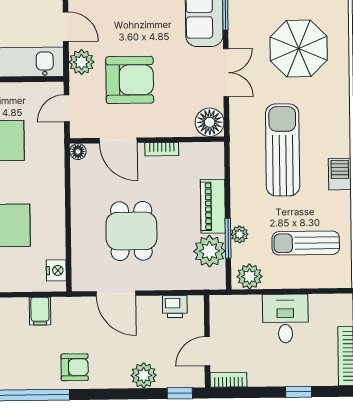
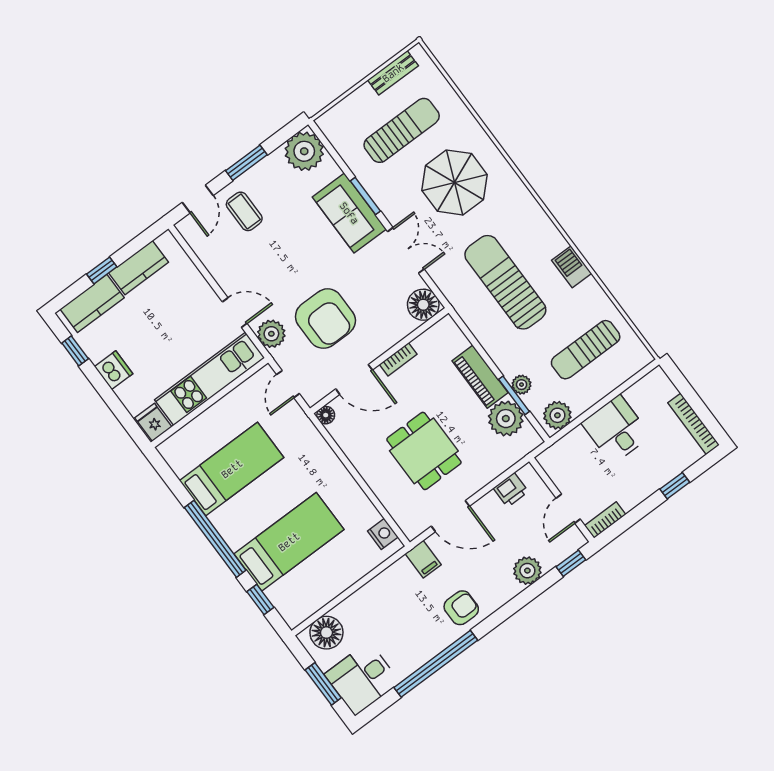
armchair: (130, 80) -> (325, 319), turned 90
filing cabinet: (40, 311) -> (423, 559), moved

